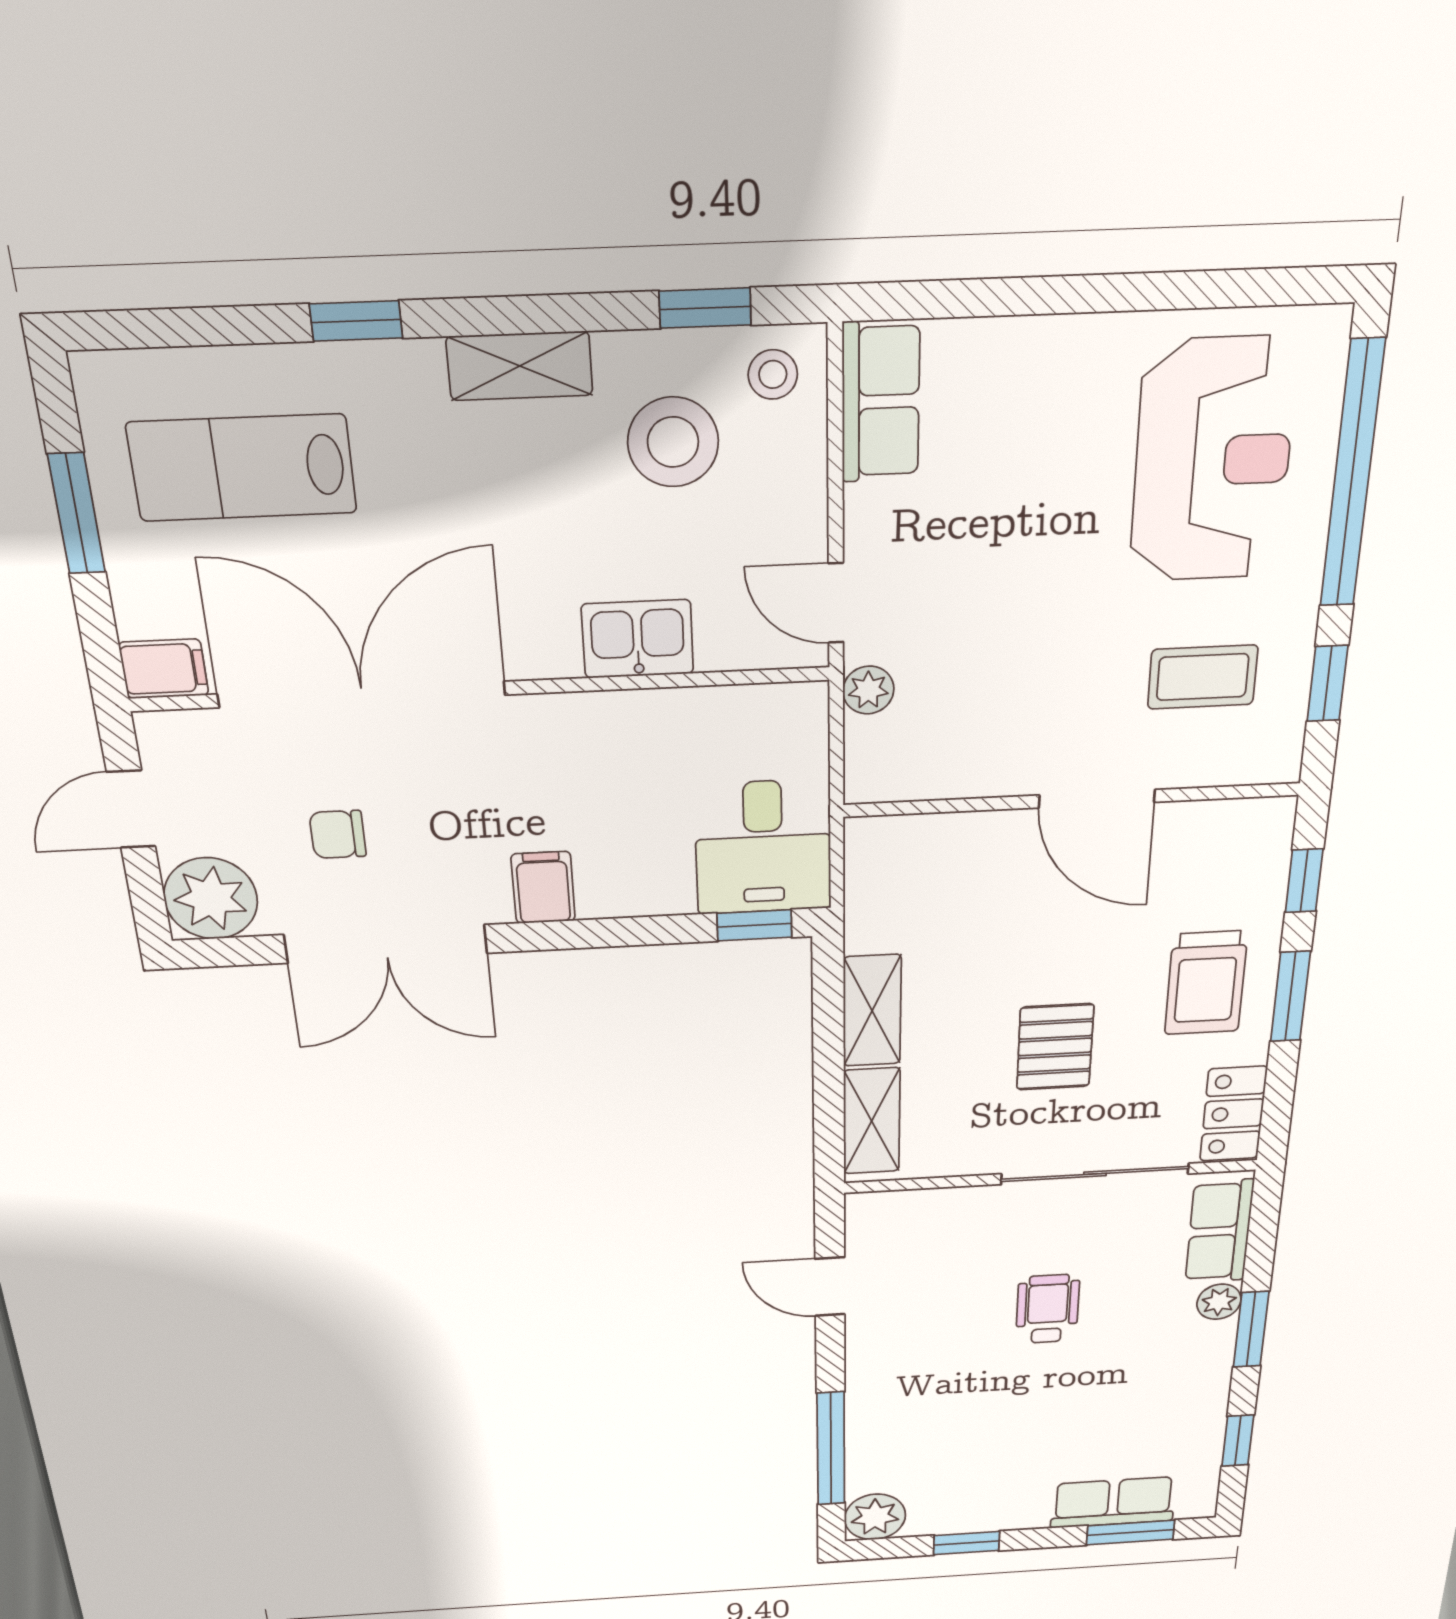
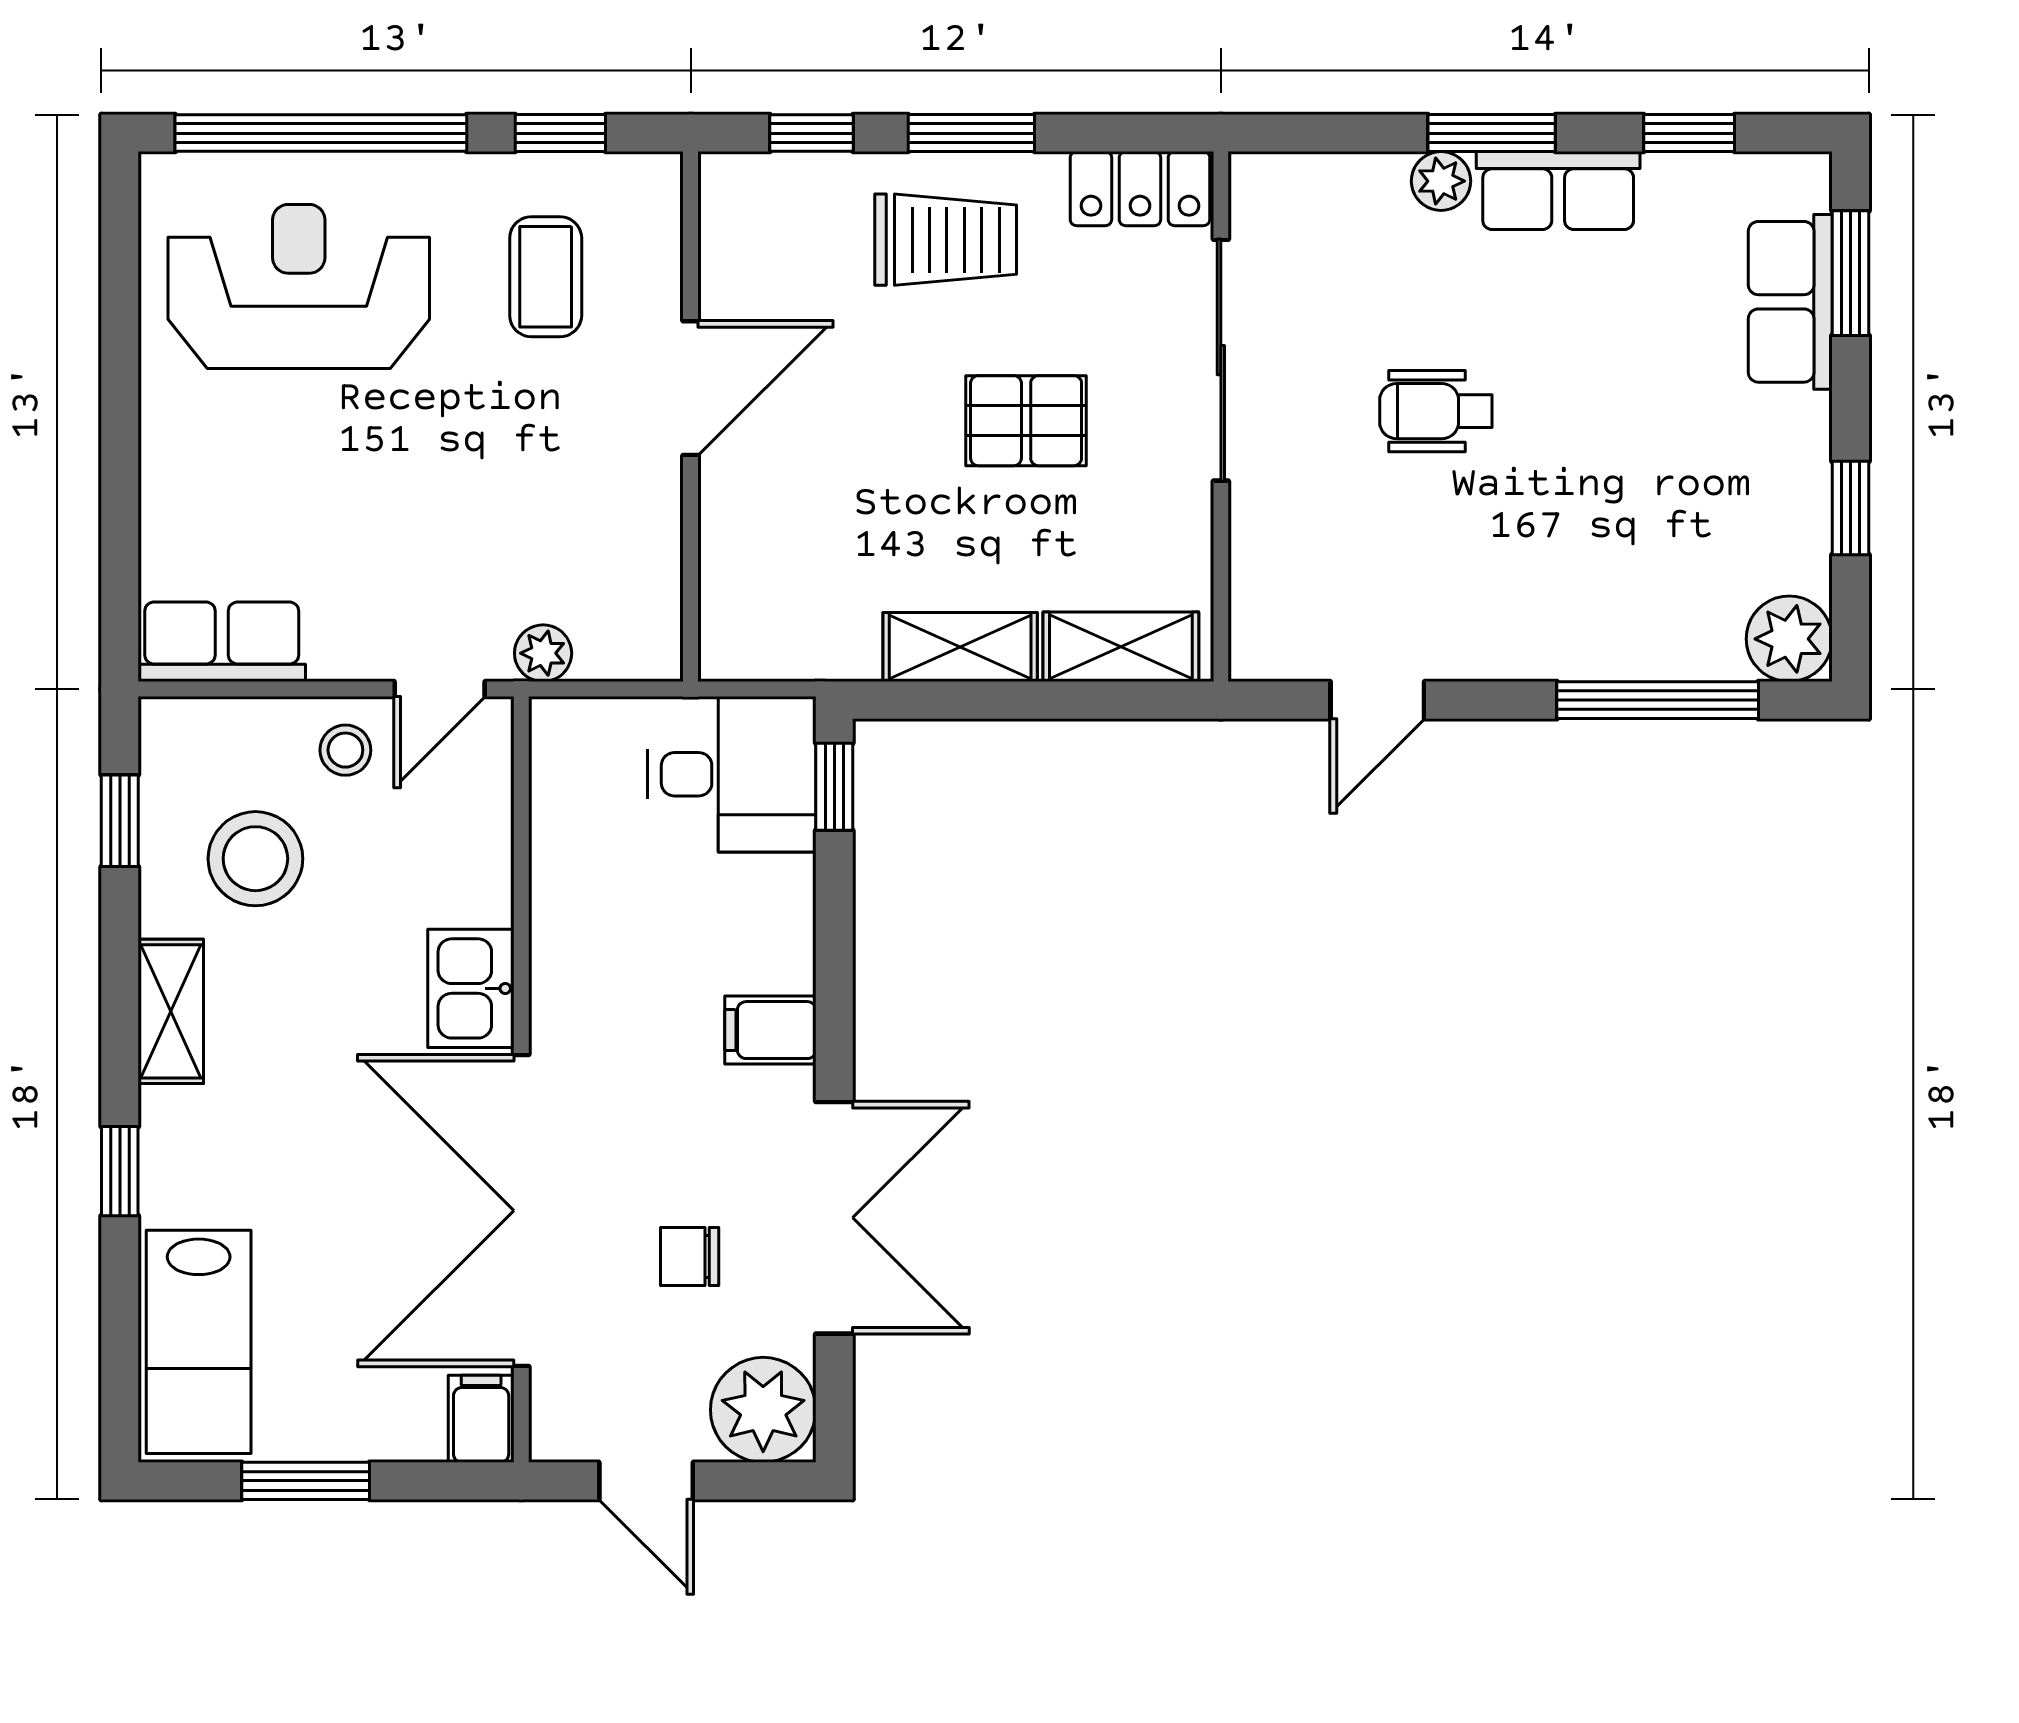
stool: (773, 374) -> (345, 750), moved
lab bench: (242, 468) -> (199, 1342), moved
kitchen sink: (638, 639) -> (471, 988), moved
chair: (338, 834) -> (690, 1257), turned 90
row of seats: (1219, 1231) -> (1558, 191), moved

